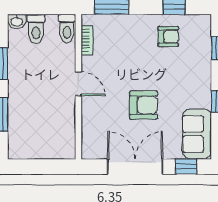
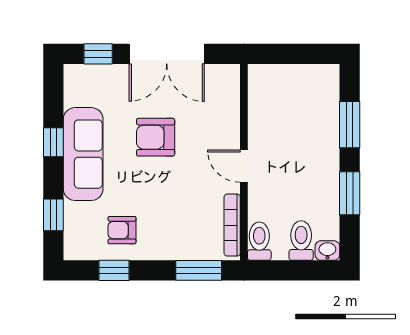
bookcase: (87, 40) -> (232, 225), width x1.56
sofa: (197, 134) -> (83, 154), moved, width x1.36

